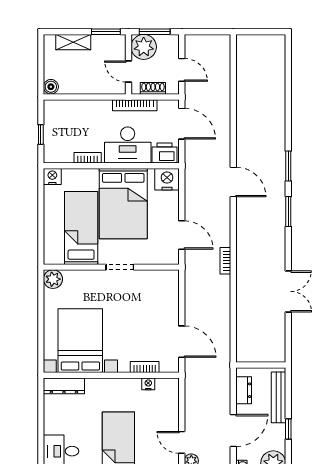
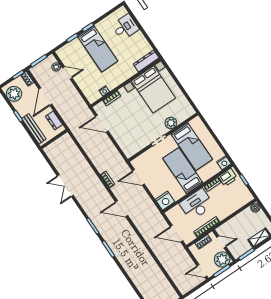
door: (182, 70) -> (202, 271), moved
printer: (164, 153) -> (228, 177), moved
door: (233, 182) -> (122, 209), moved
bed: (123, 204) -> (183, 171), width x0.67
plant: (53, 279) -> (171, 123), moved

